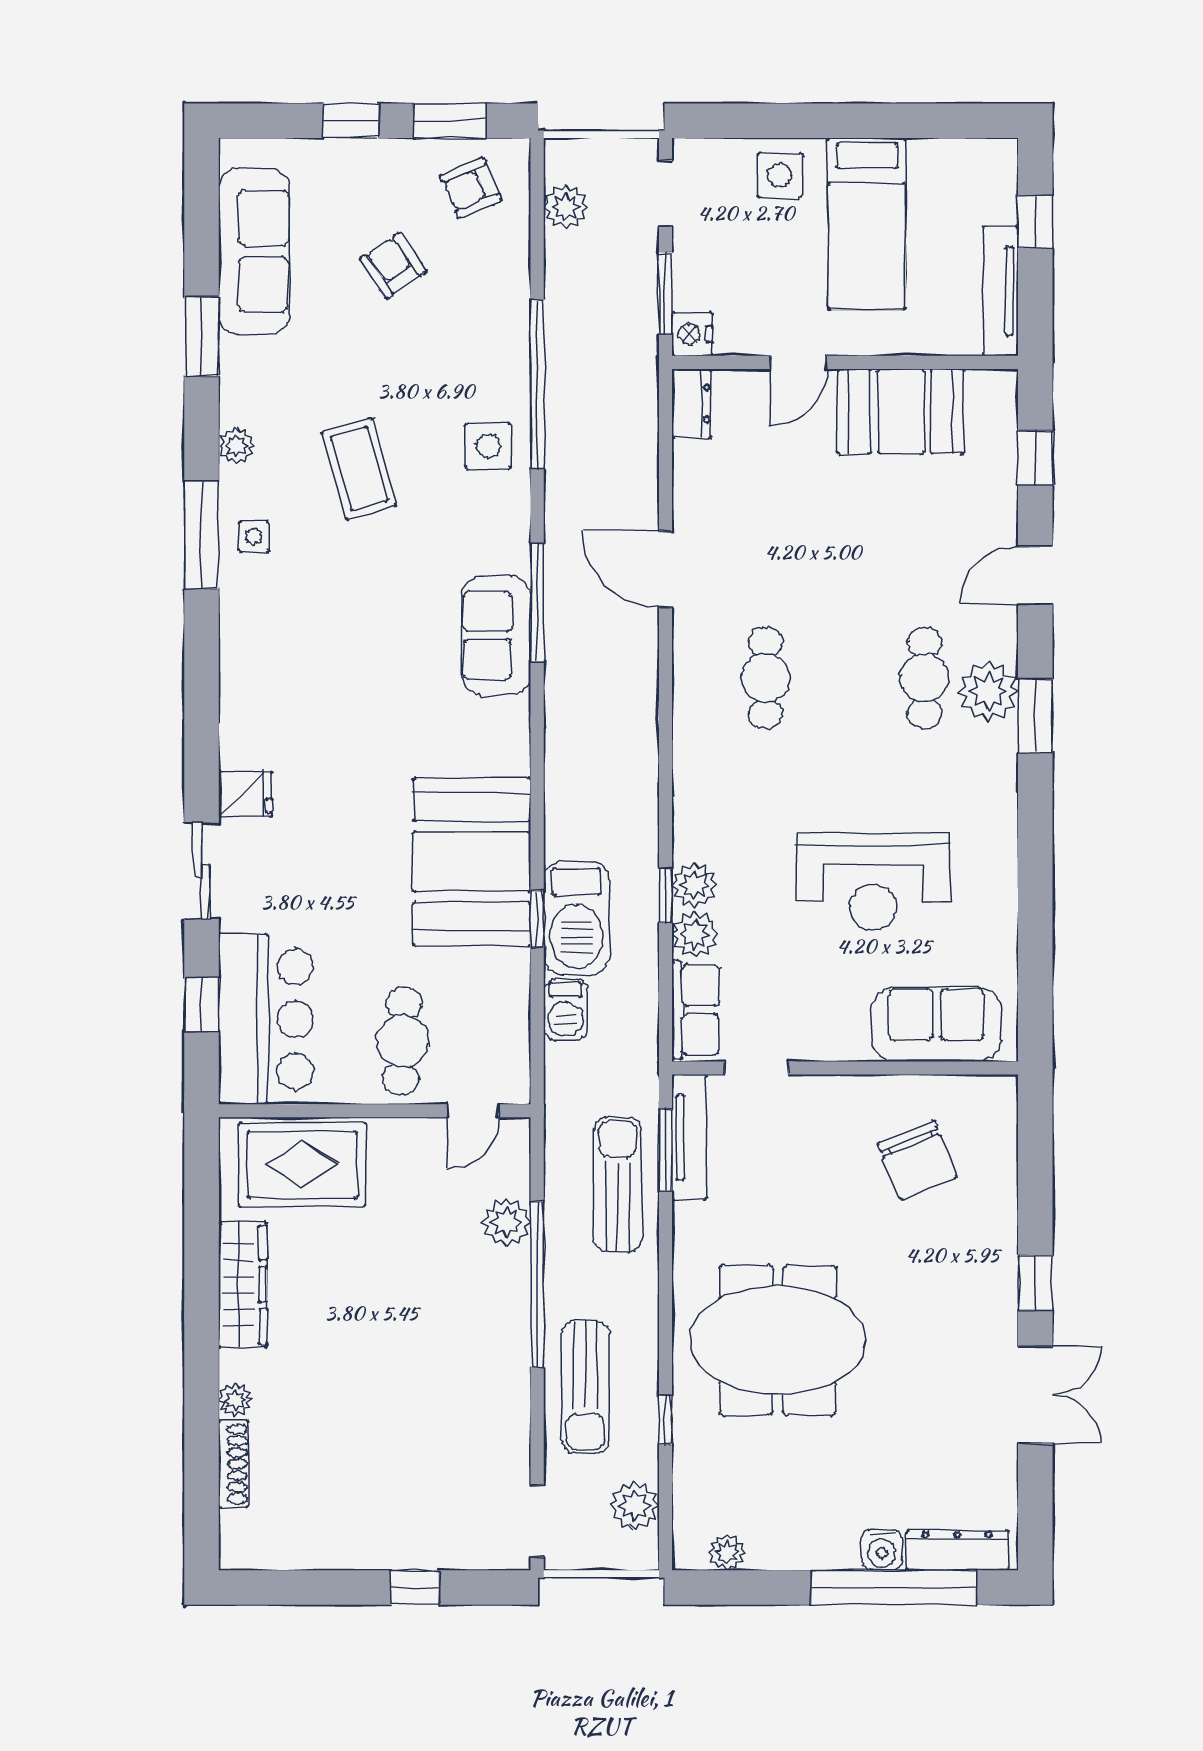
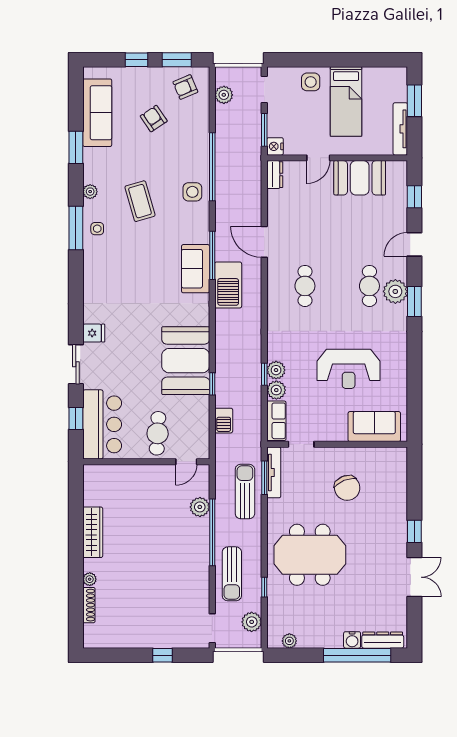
window: (1035, 222) -> (414, 101), width x1.50
barbecue: (576, 918) -> (228, 285), moved
chair: (917, 1160) -> (347, 488), moved
rug: (302, 1165) -> (117, 484), removed

